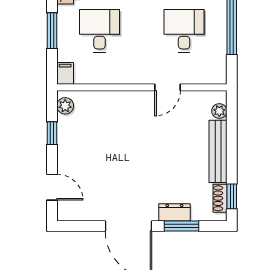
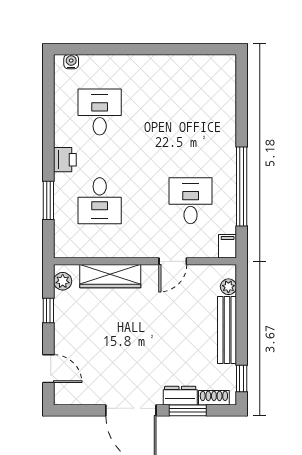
desk: (100, 31) -> (100, 201), turned 180
filing cabinet: (65, 73) -> (228, 246), moved
wardrobe: (109, 101) -> (110, 276), added
shoe rack: (220, 198) -> (214, 398), moved, turned 90

